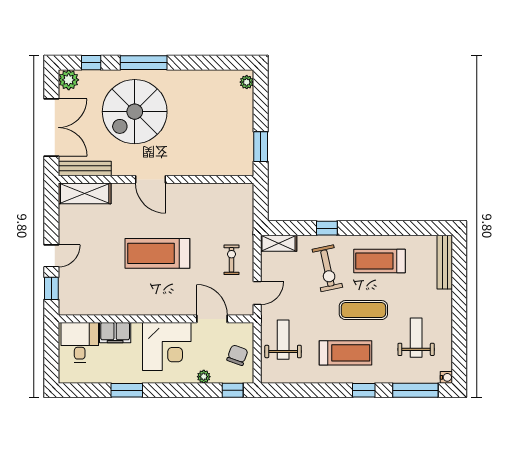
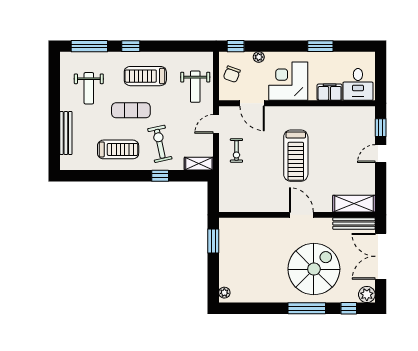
treadmill: (157, 253) -> (296, 156), turned 90
bench: (445, 262) -> (66, 133), moved
water cooler: (446, 377) -> (65, 56), removed

